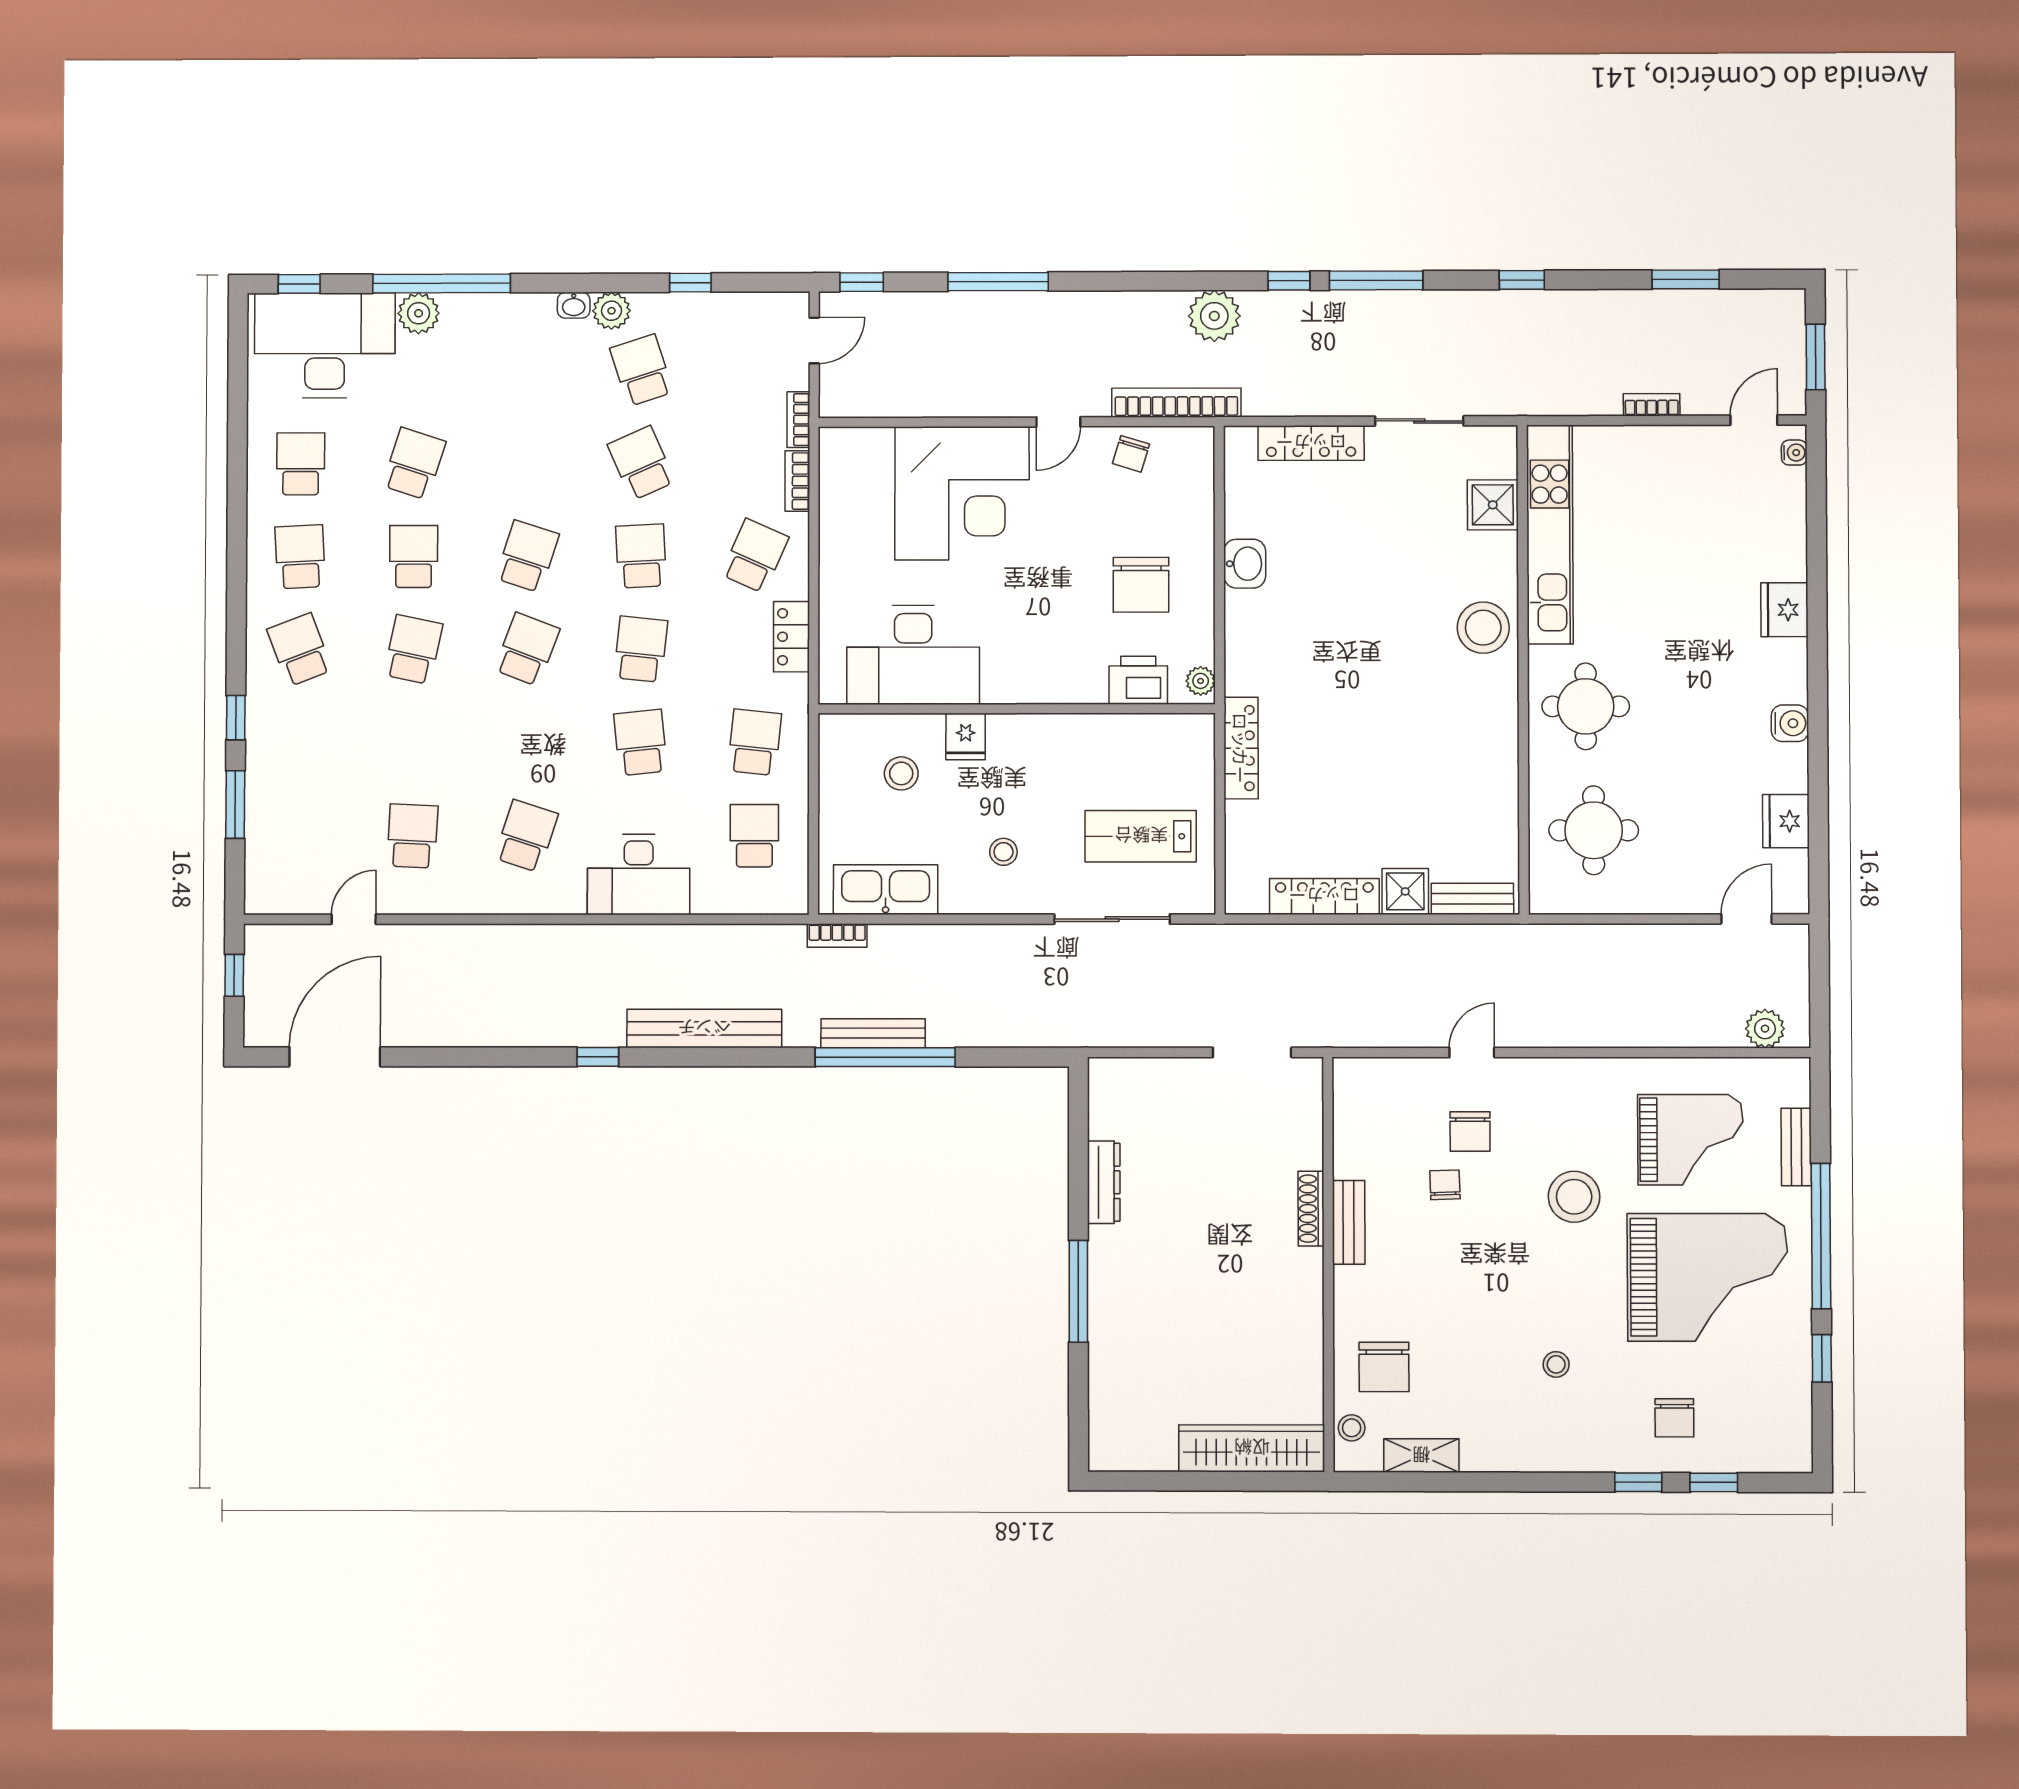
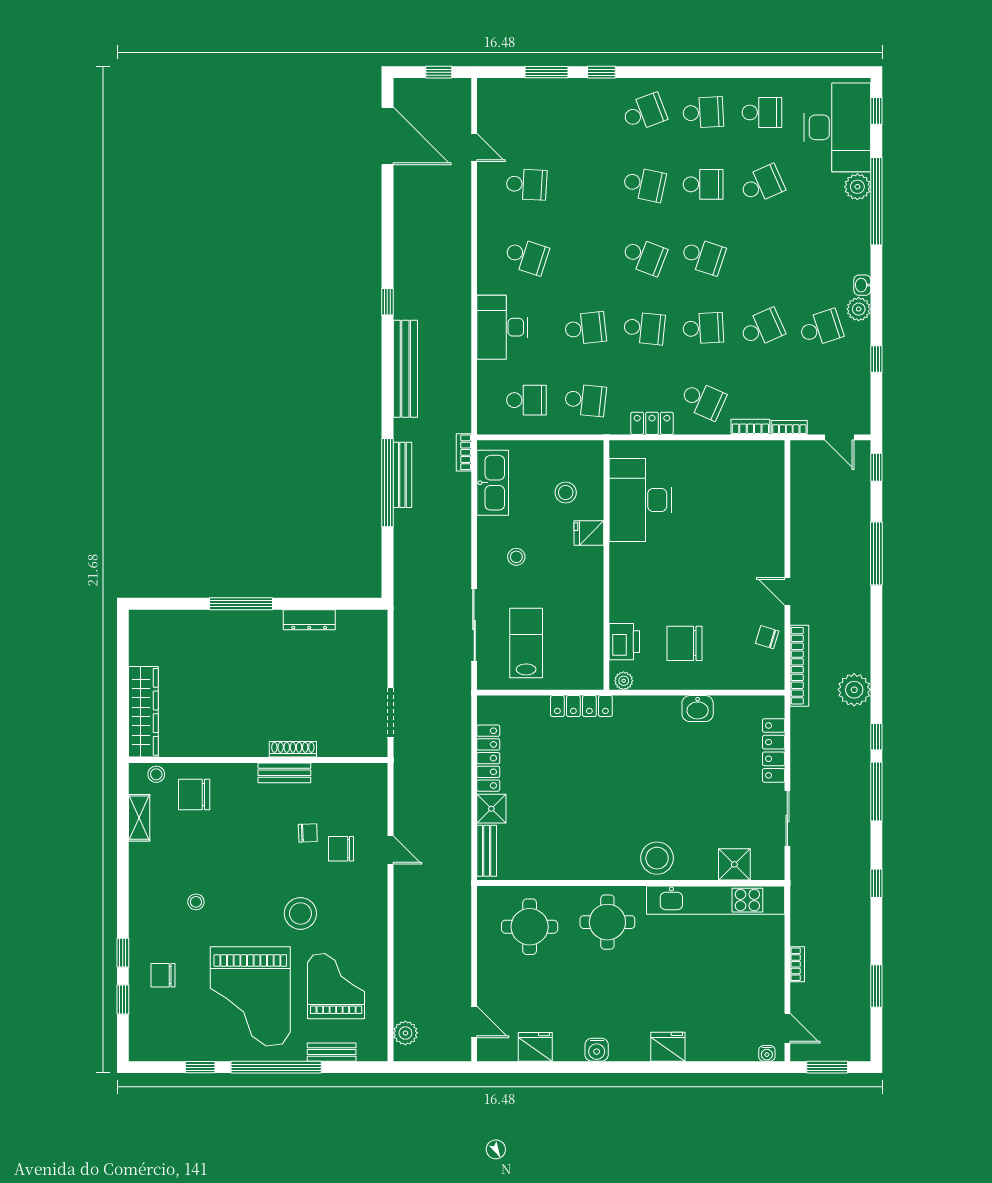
school desk: (414, 464) -> (762, 184), turned -42
corner desk: (962, 493) -> (742, 531), removed
grand piano: (1690, 1140) -> (336, 986), turned 180

